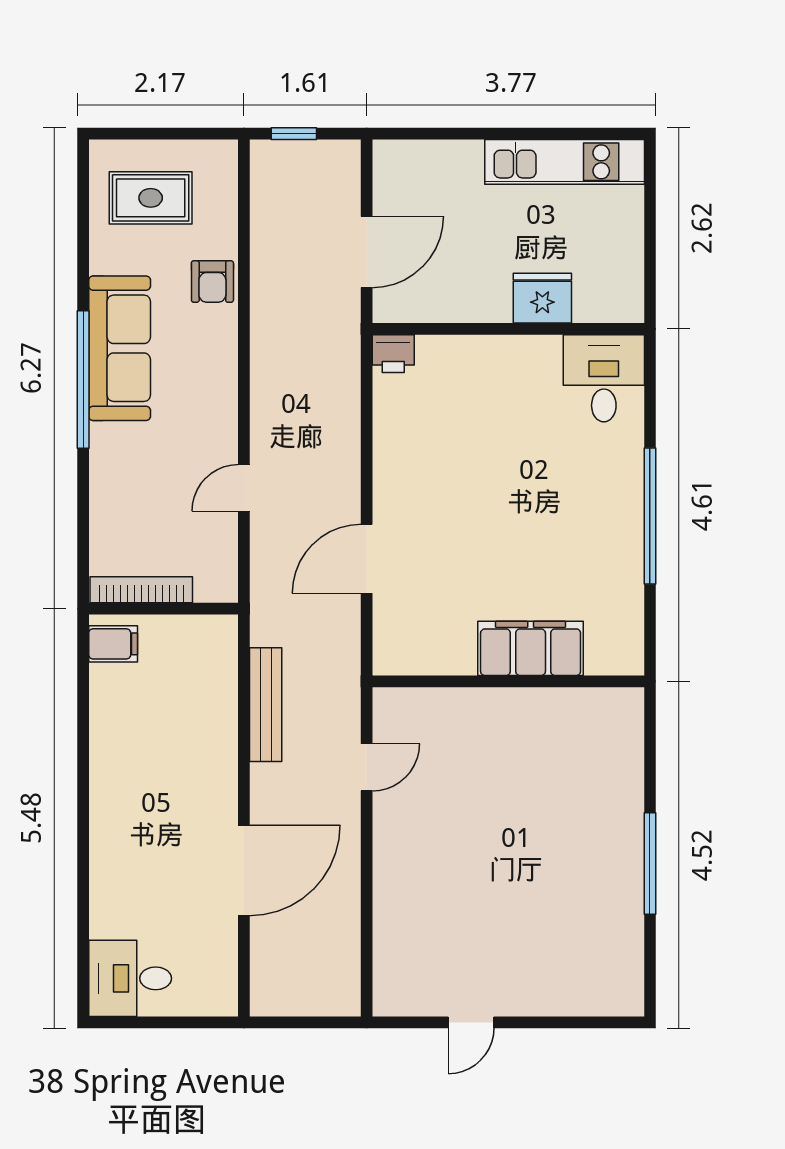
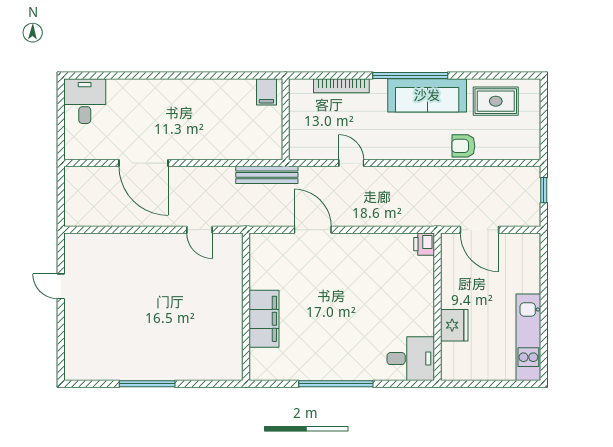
rug: (151, 198) -> (496, 101), moved, turned 90
bookcase: (141, 590) -> (341, 86), moved, turned 90
bench: (266, 705) -> (267, 175), moved

